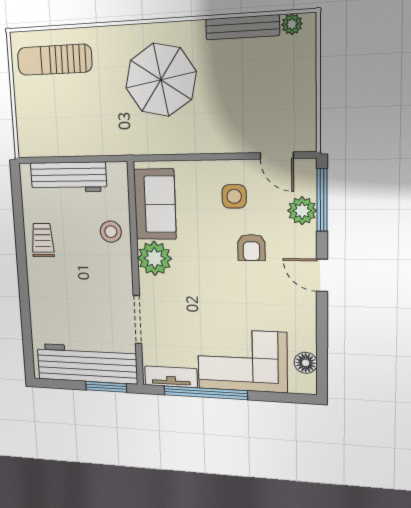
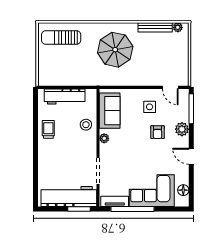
plant: (302, 211) -> (182, 129), moved
plant: (154, 258) -> (104, 138), width x0.53, depth x0.53
door: (322, 275) -> (191, 156), moved

